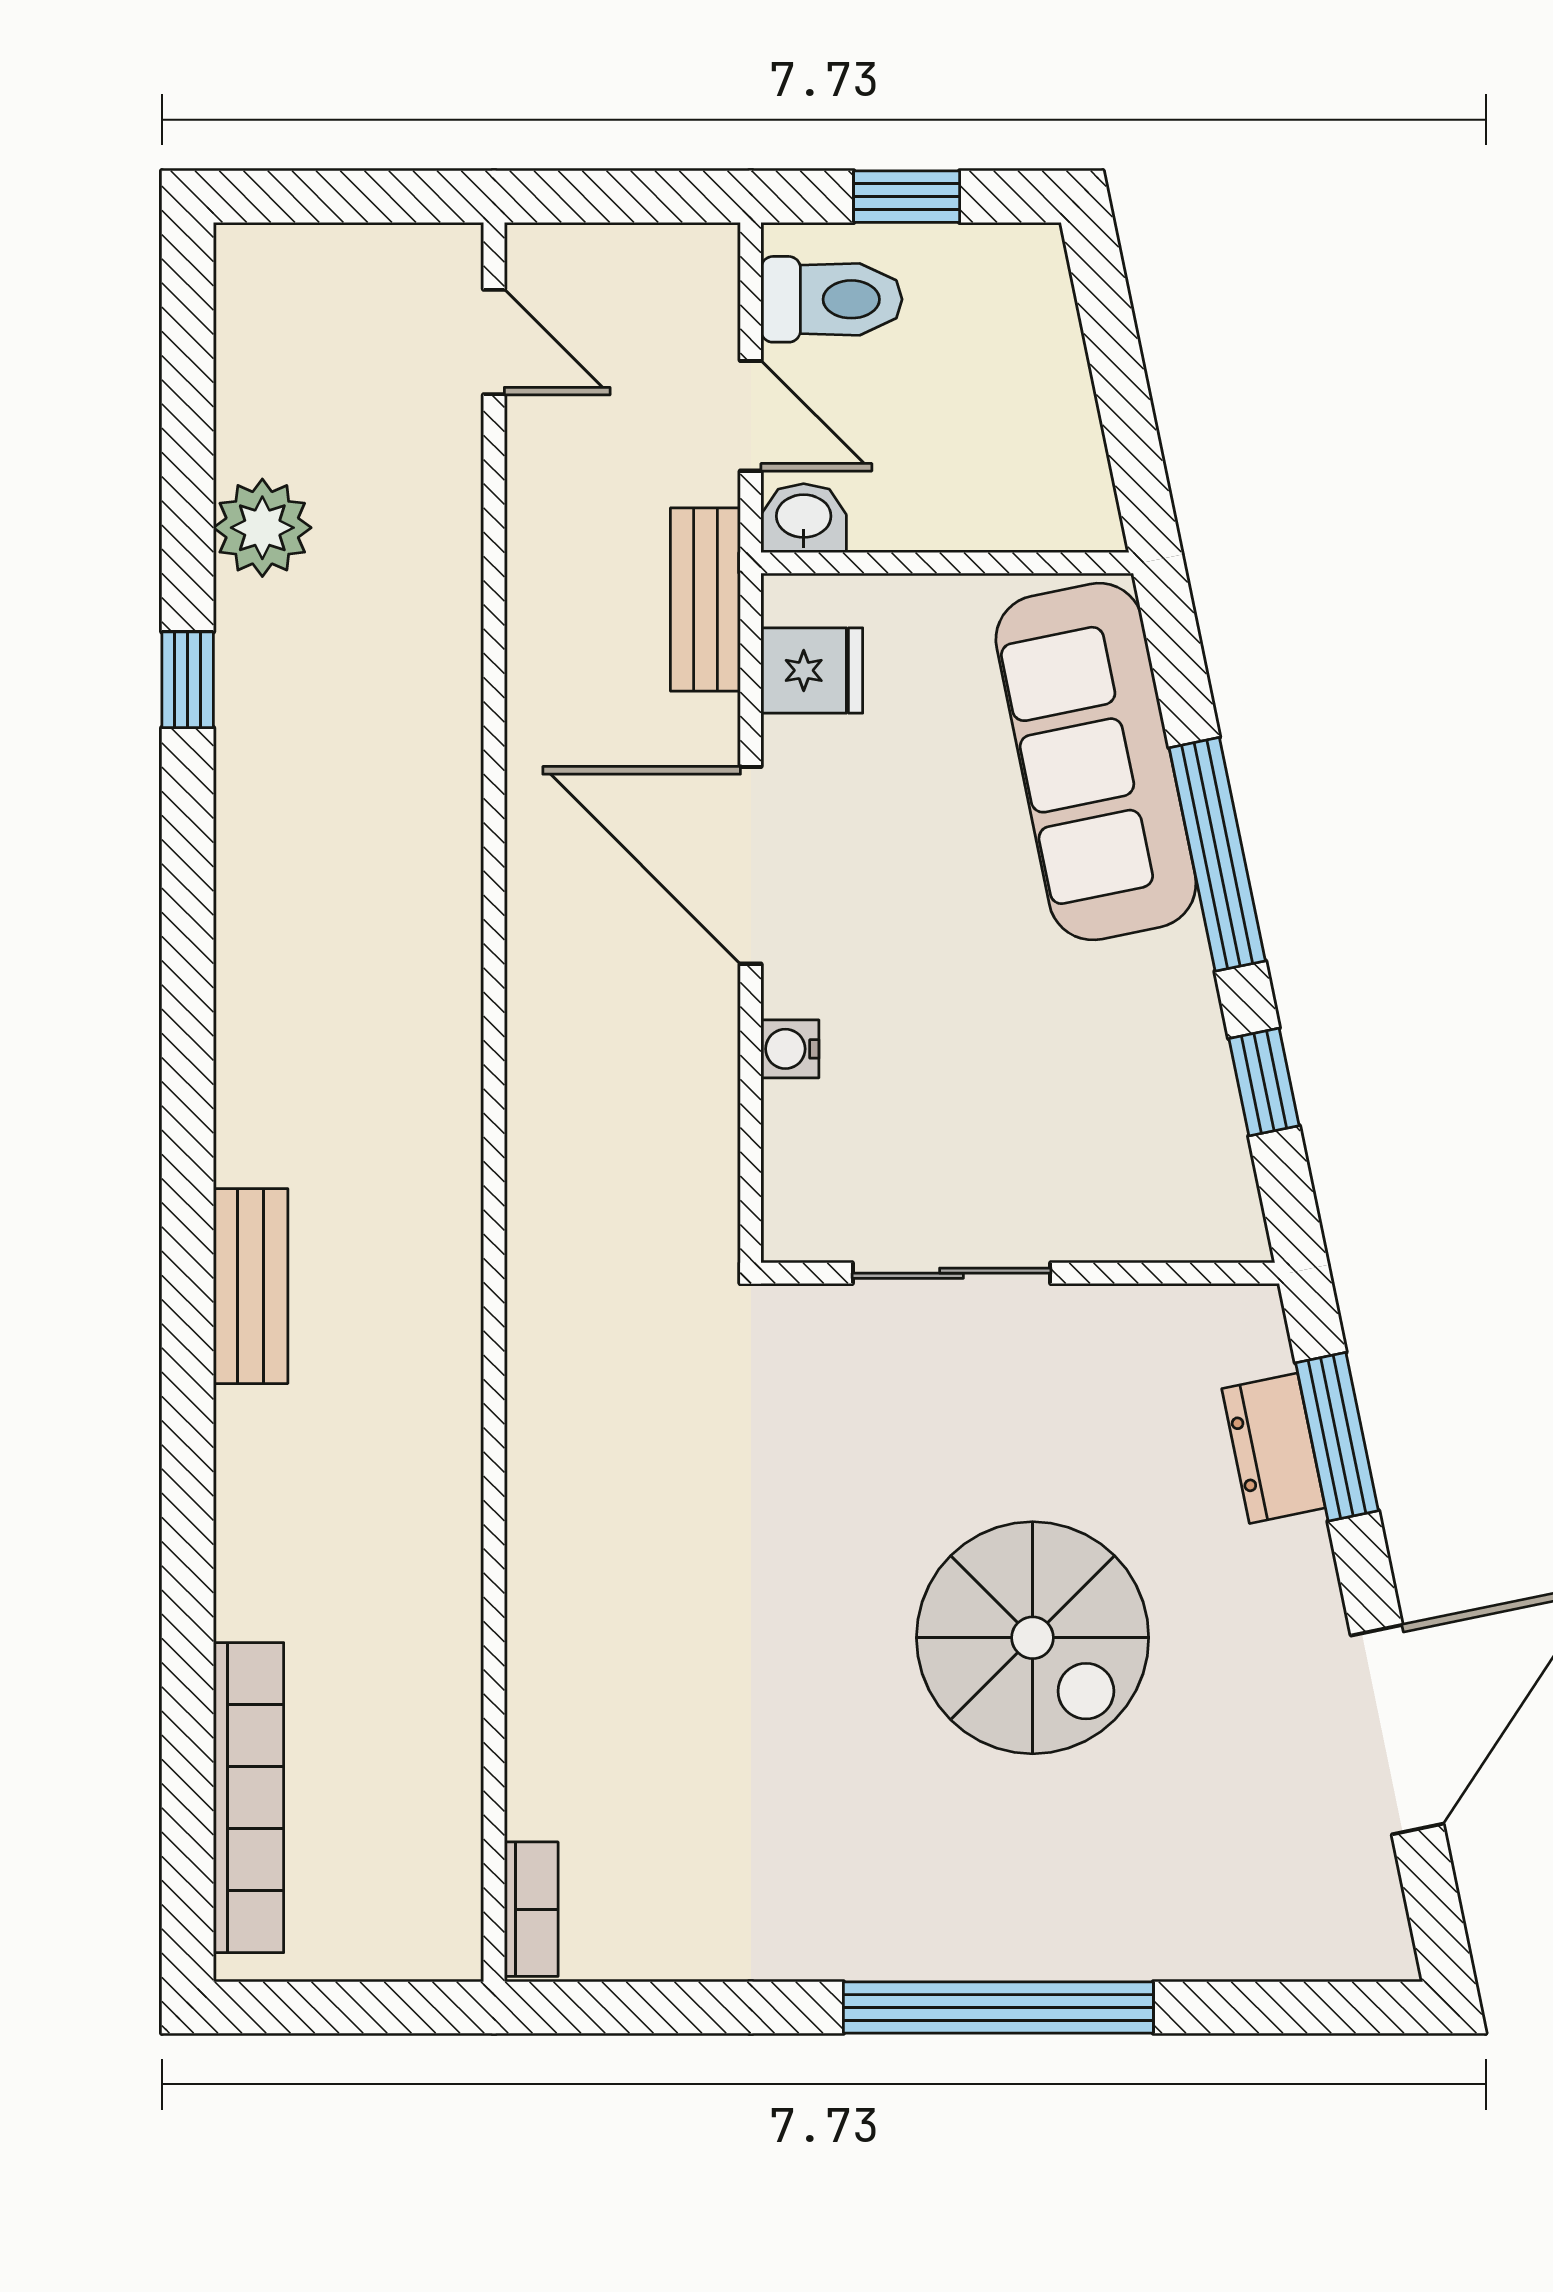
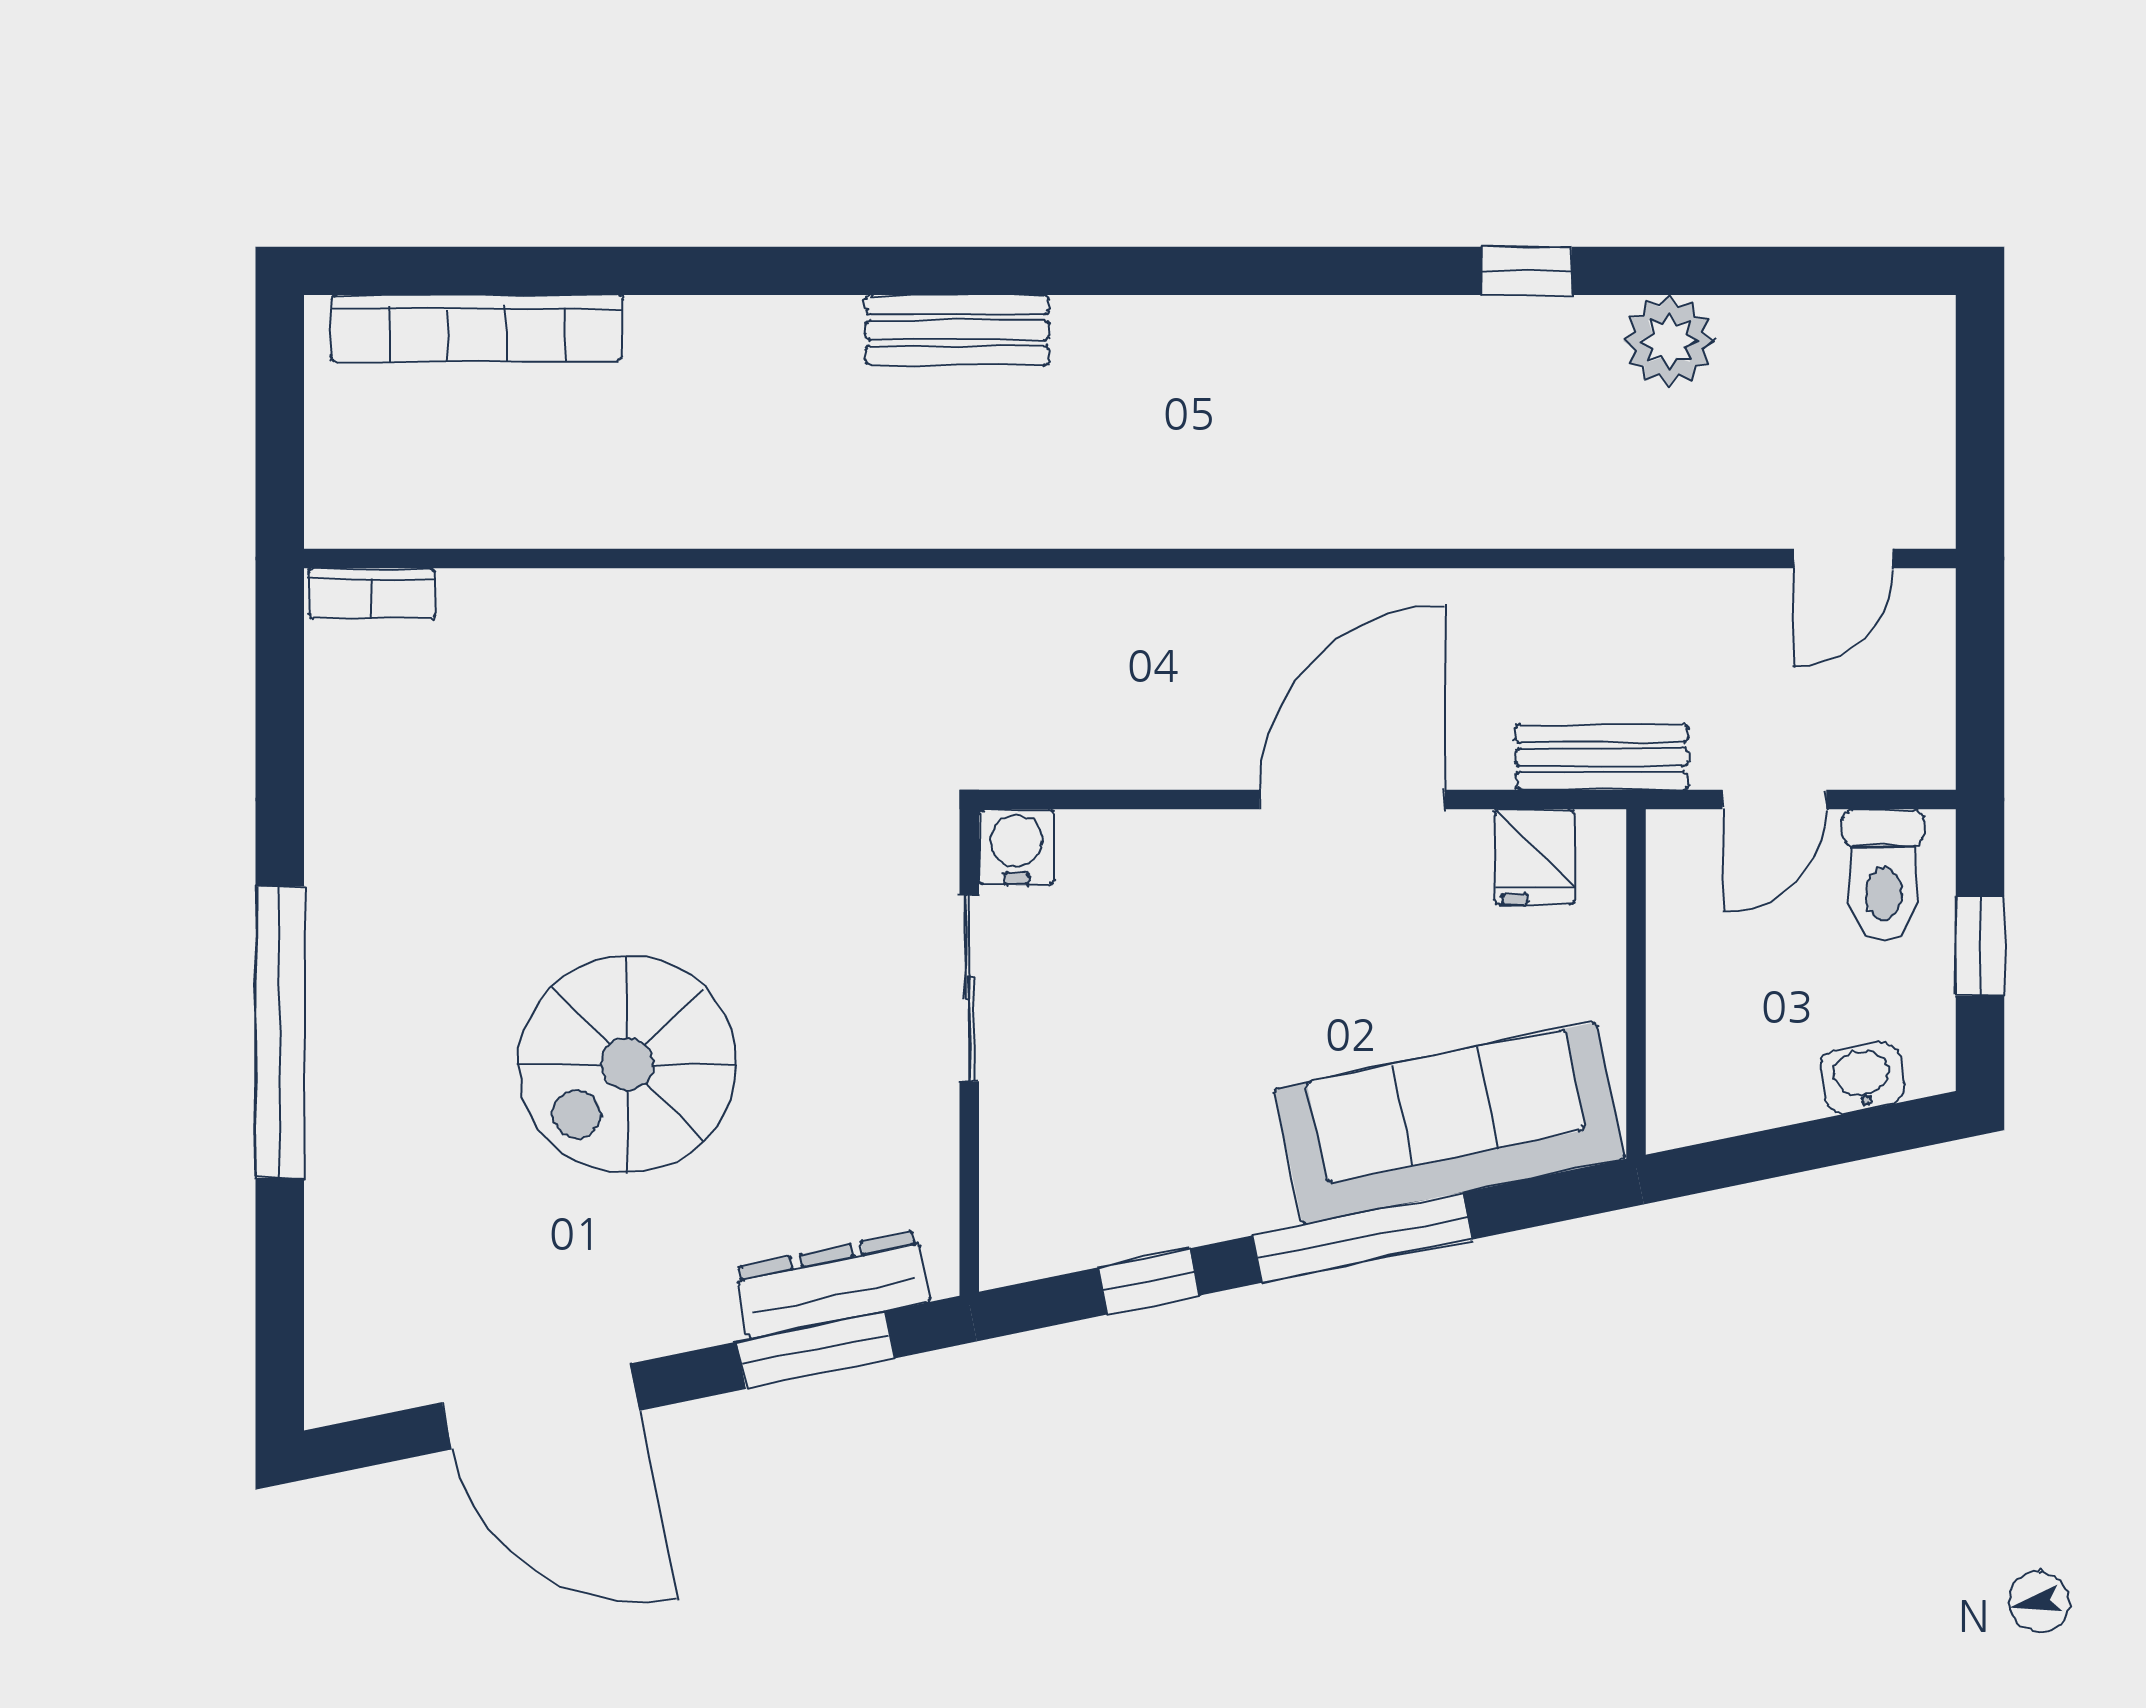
washbasin: (804, 518) -> (1862, 1077), moved, turned -102
water cooler: (790, 1049) -> (1016, 847), moved, width x1.38, depth x1.38
dresser: (1274, 1448) -> (833, 1285), width x1.44

